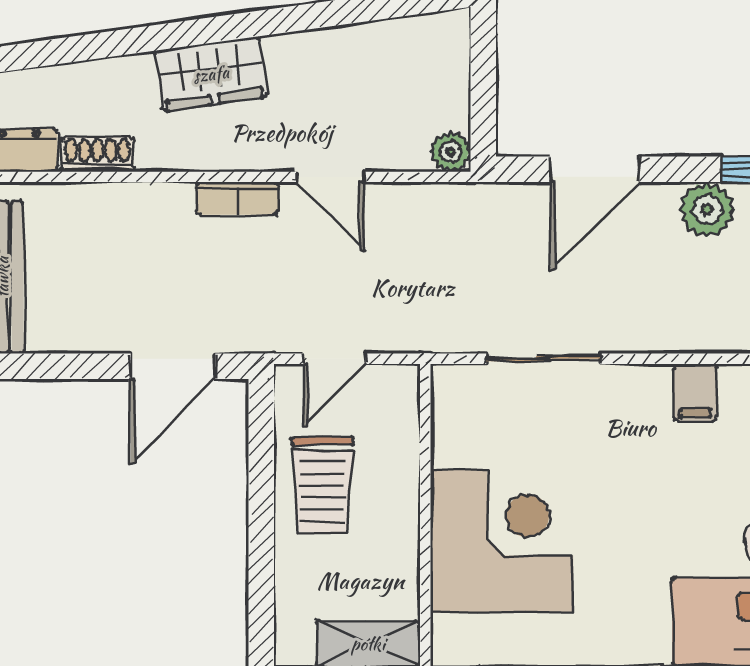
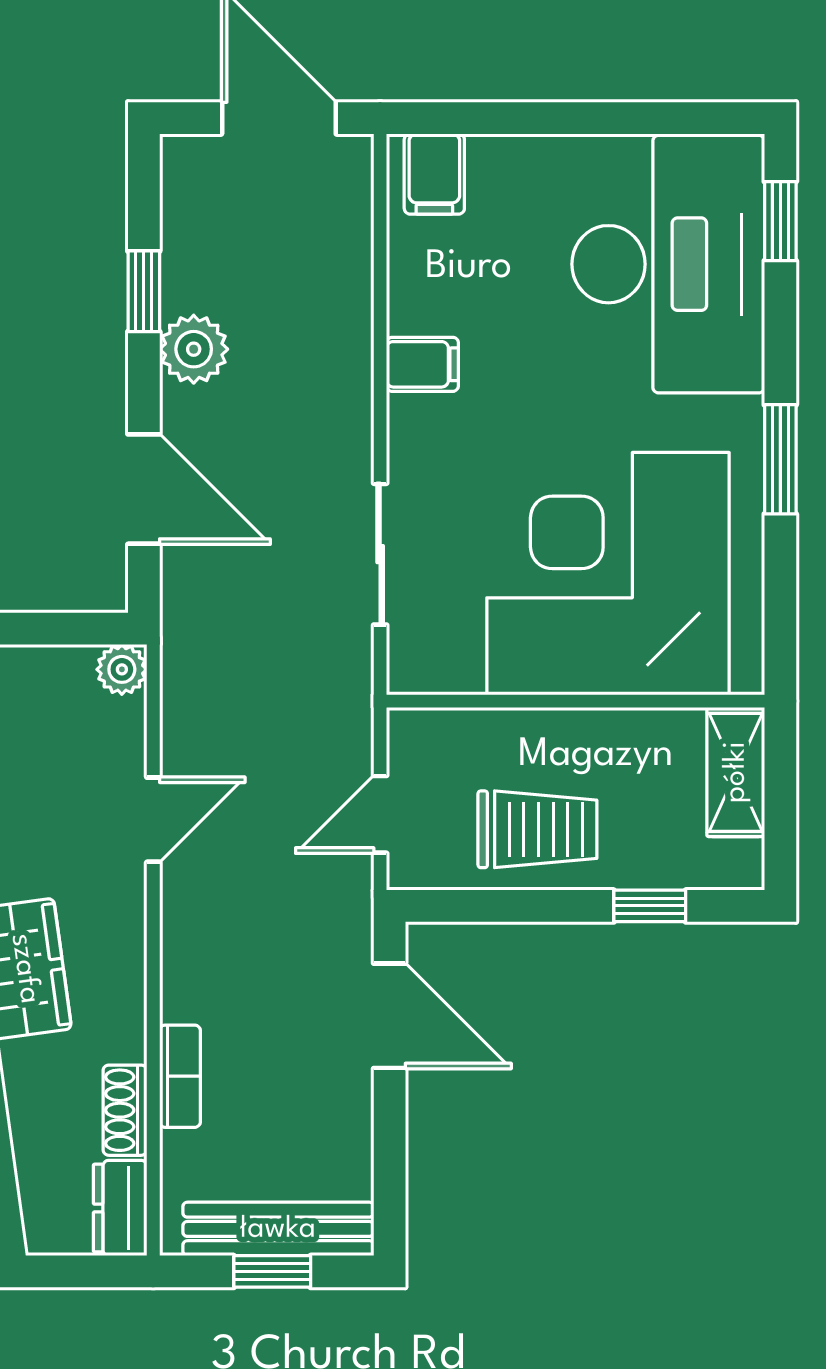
bookcase: (237, 198) -> (180, 1076), moved
door: (335, 359) -> (380, 814), swing flipped
corner desk: (502, 541) -> (608, 574), width x1.36, depth x1.36
window: (261, 575) -> (650, 906), added

